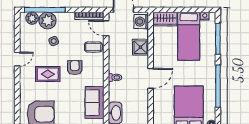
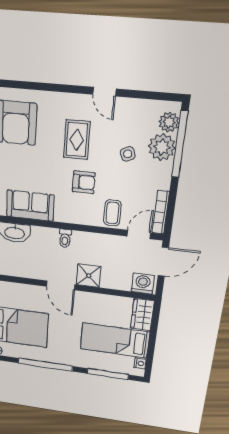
shower: (140, 47) -> (89, 276), moved

